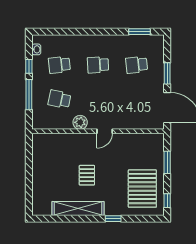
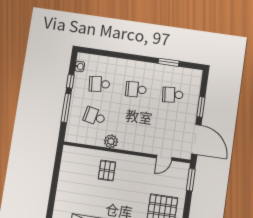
window: (139, 32) -> (169, 62), moved
door: (105, 131) -> (164, 158), moved
window: (167, 162) -> (191, 180), moved
pallet: (87, 175) -> (107, 171), moved

